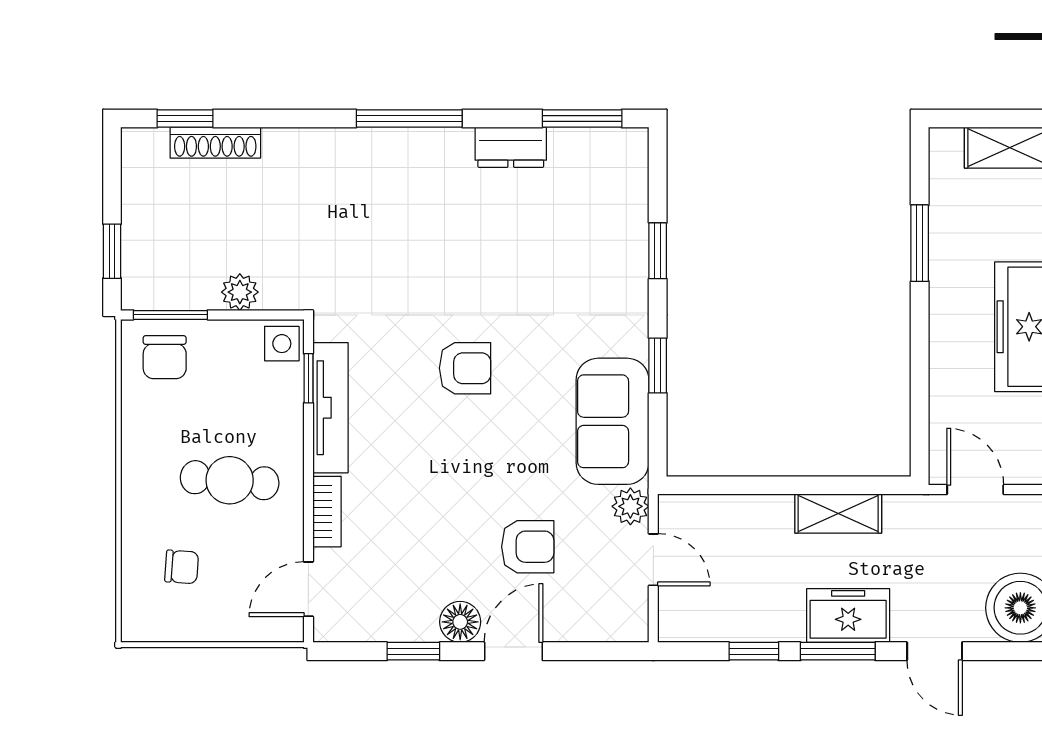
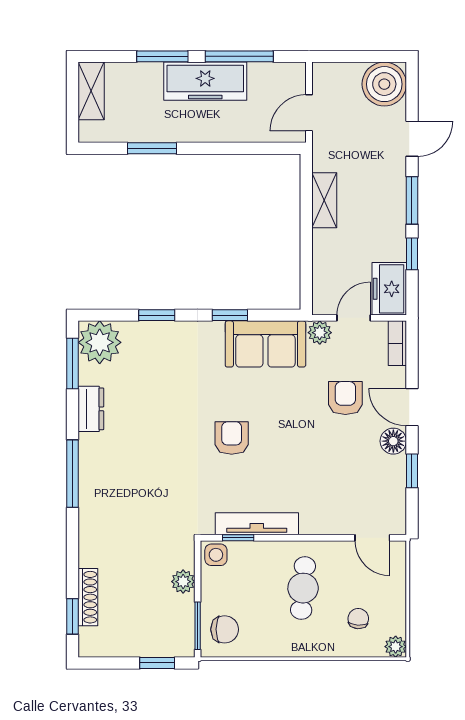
plant: (615, 161) -> (100, 342), added
bookcase: (327, 512) -> (397, 343), moved, turned -90
freezer: (848, 616) -> (389, 289), moved
plant: (138, 625) -> (396, 647), added

